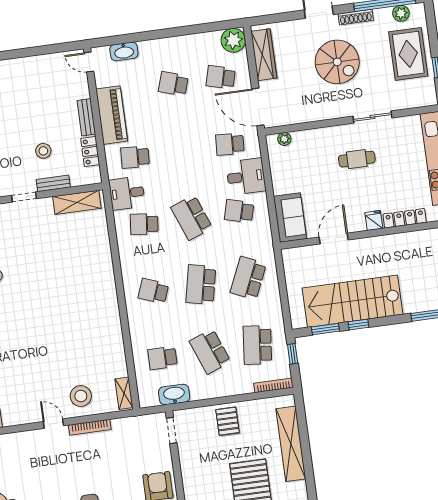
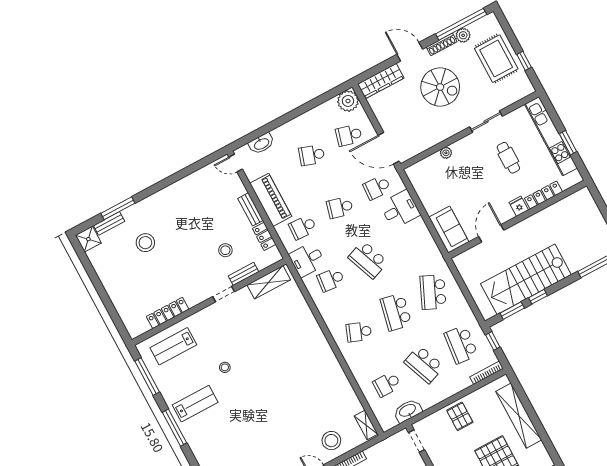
plant: (401, 13) -> (463, 35), moved
wardrobe: (264, 55) -> (381, 81), moved, turned 90
plant: (284, 139) -> (446, 153), moved
cafe table: (357, 159) -> (508, 158), moved, turned 90
school desk: (239, 211) -> (340, 207), moved

